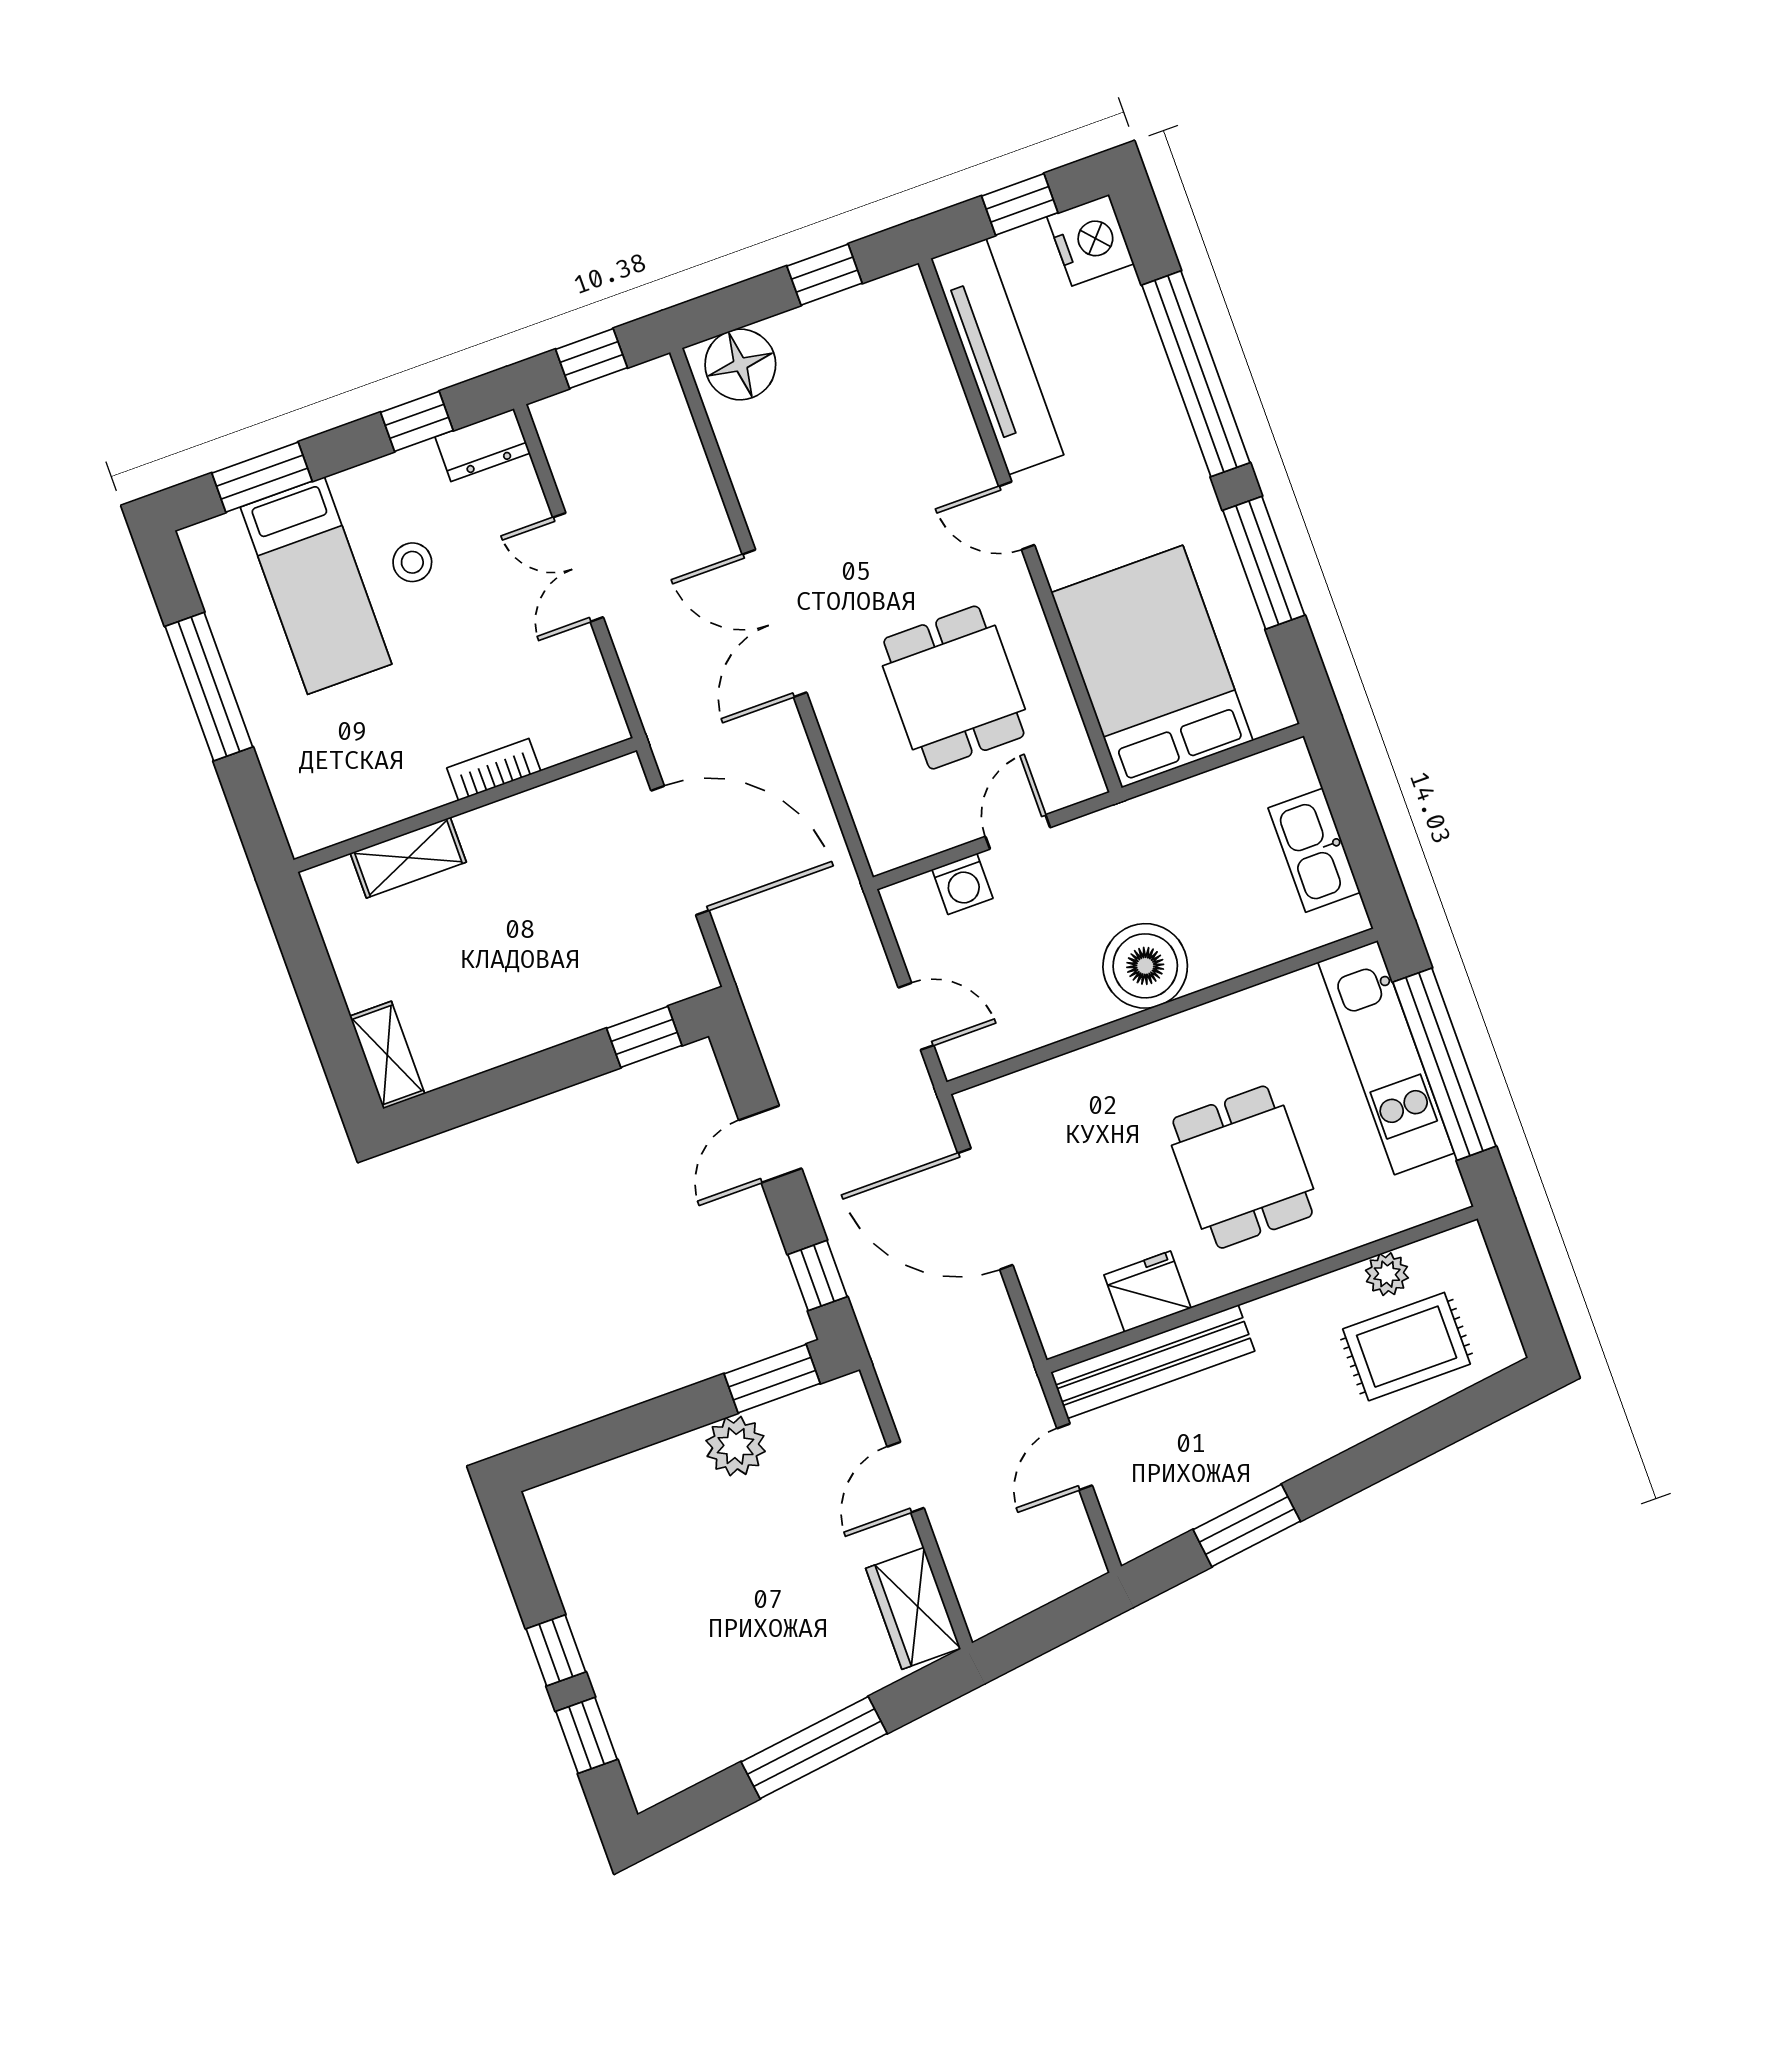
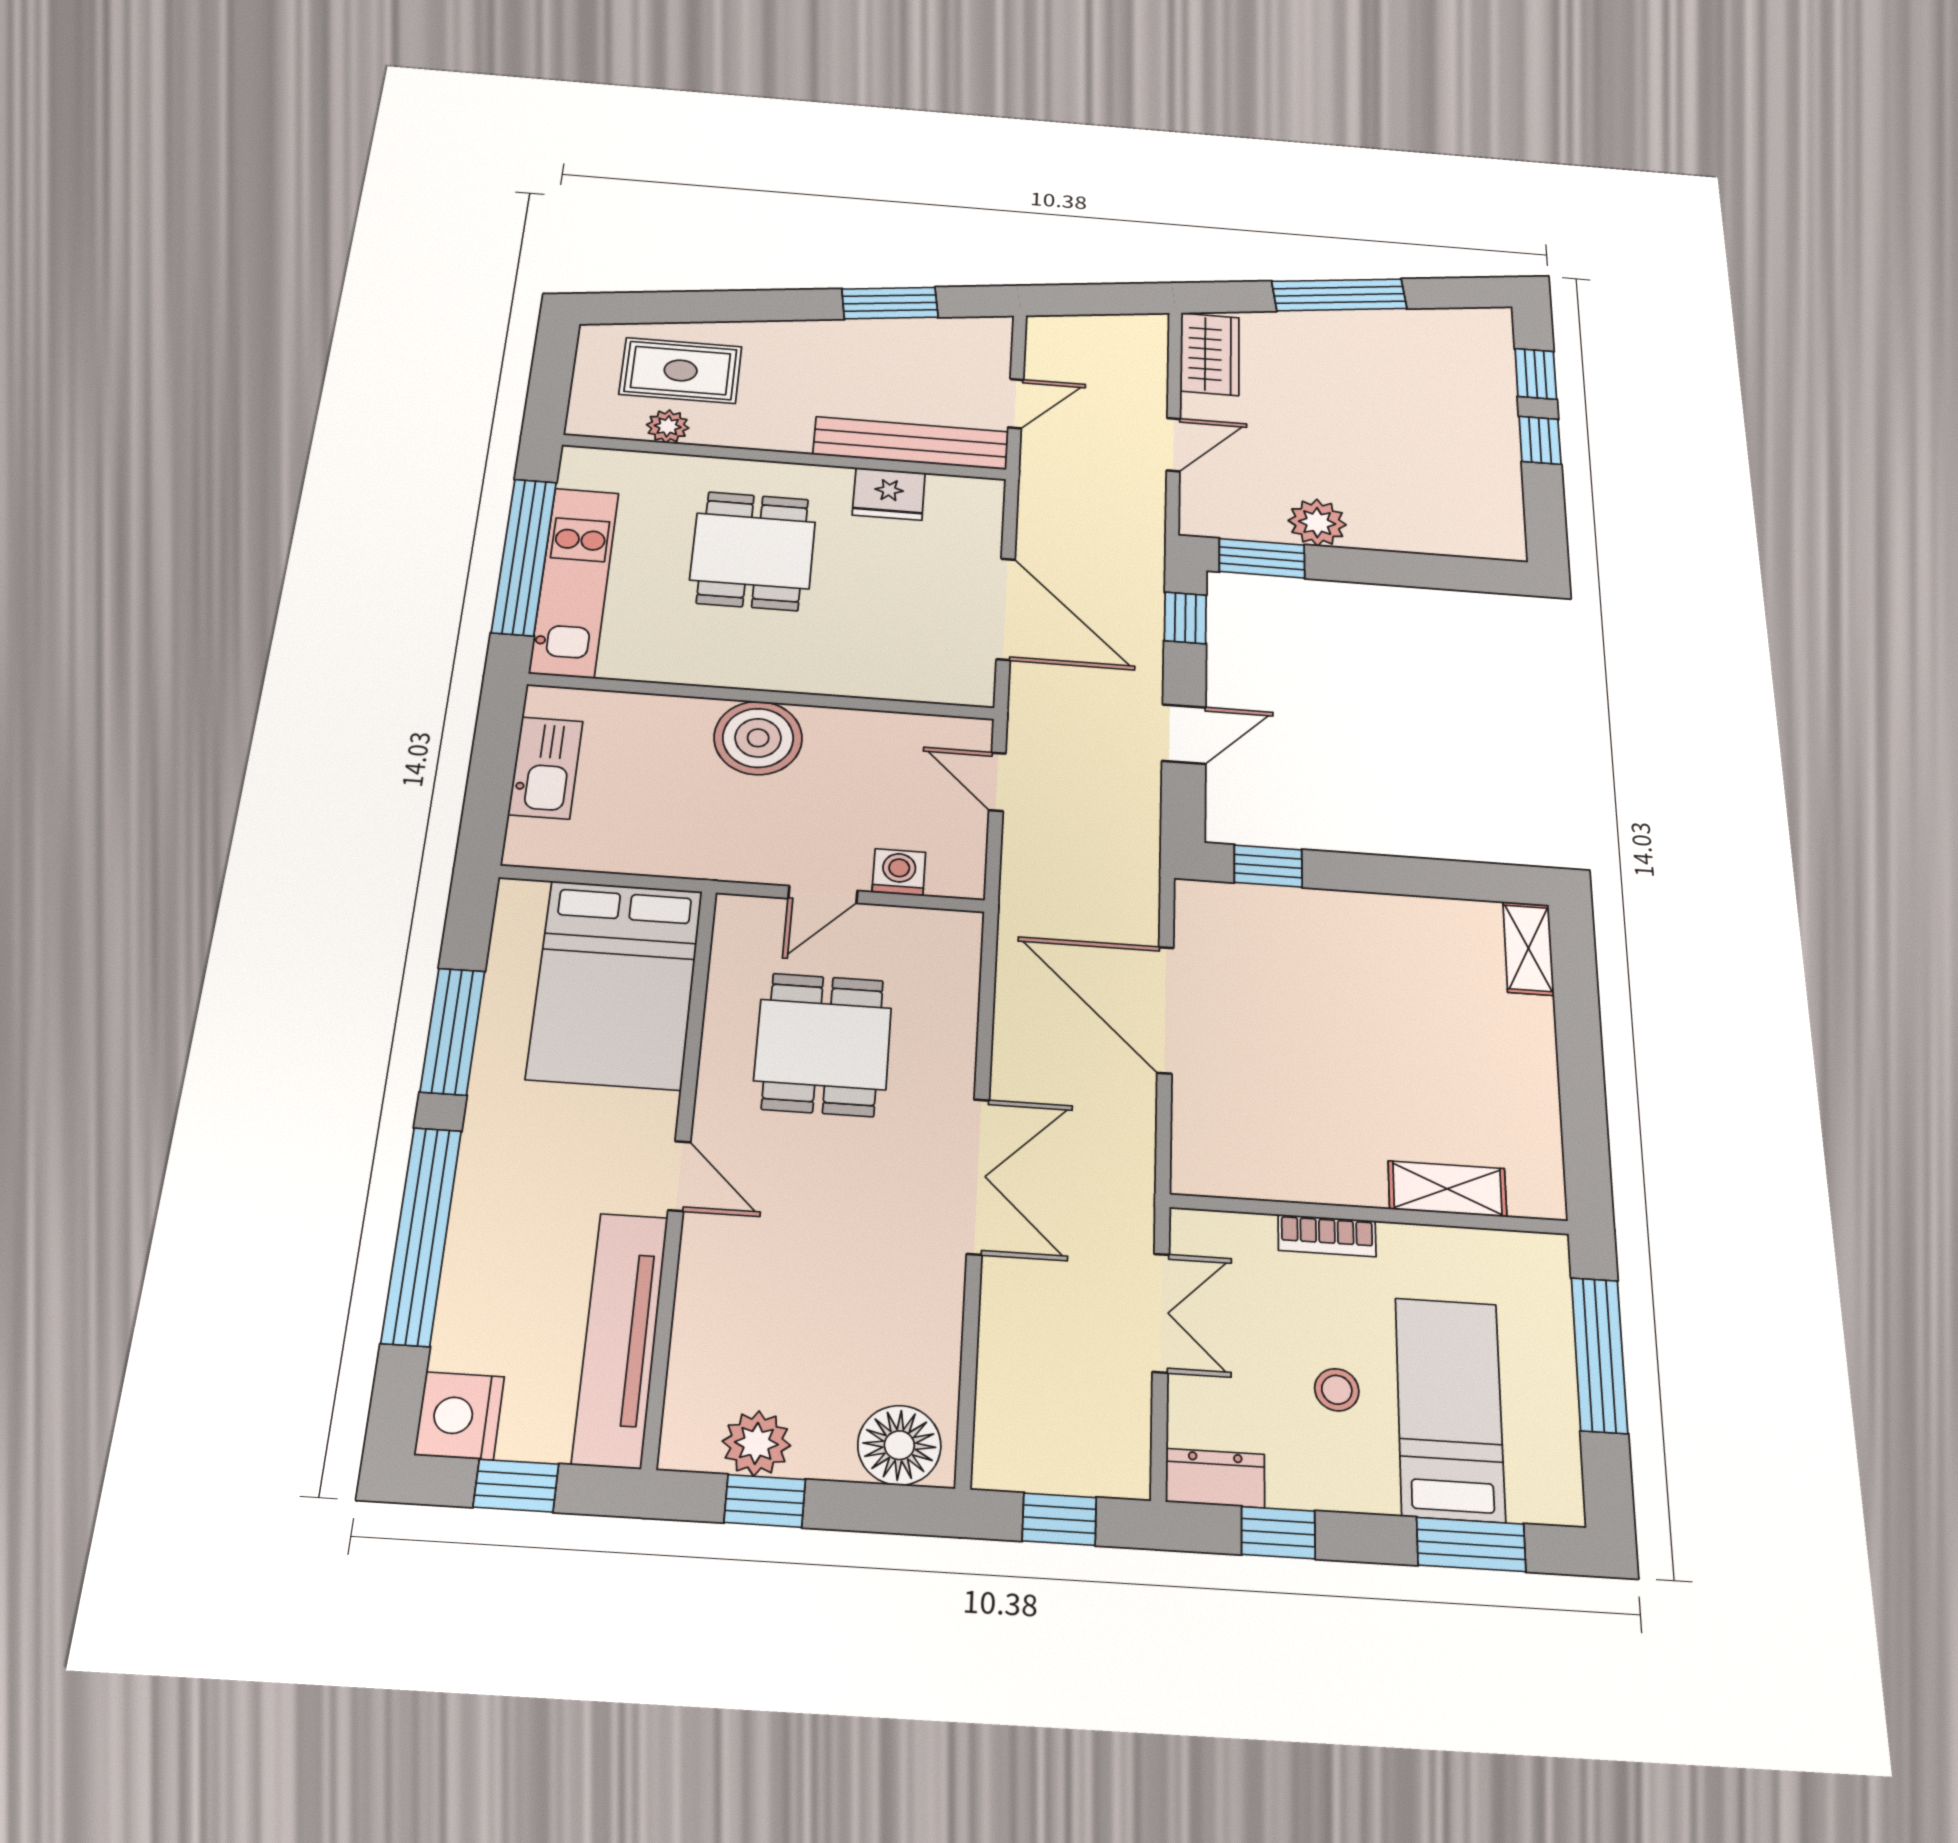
plant: (852, 318) -> (756, 1443), added
bookcase: (494, 770) -> (1327, 1236), moved
wall: (465, 805) -> (1370, 1214), moved
shelving: (408, 858) -> (1447, 1189), moved

